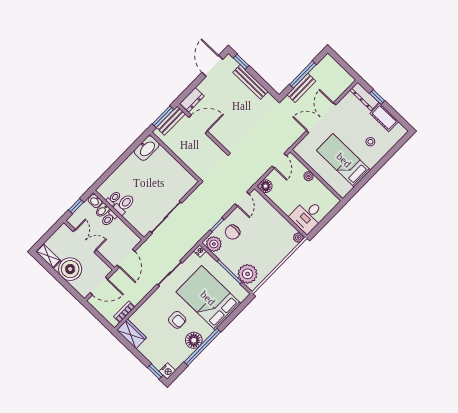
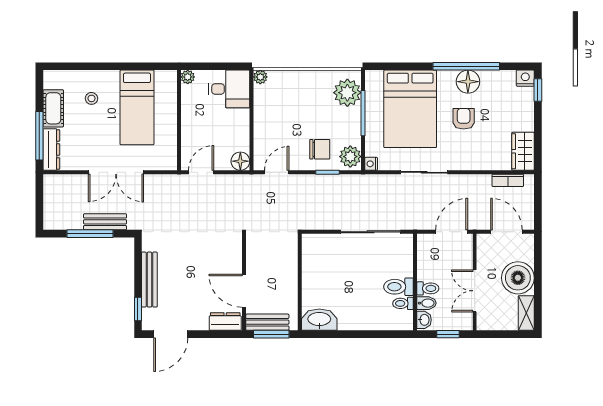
window: (377, 97) -> (39, 136), width x2.17
plant: (309, 176) -> (188, 77), moved

